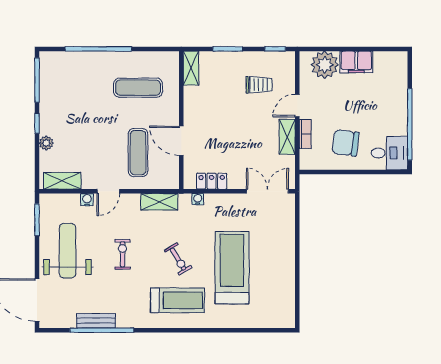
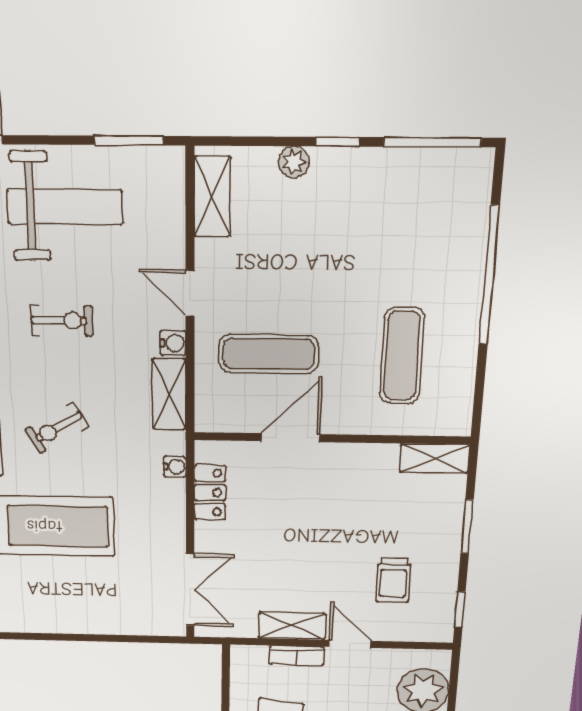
water cooler: (87, 200) -> (173, 343), moved

